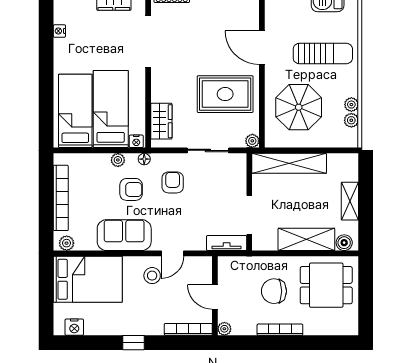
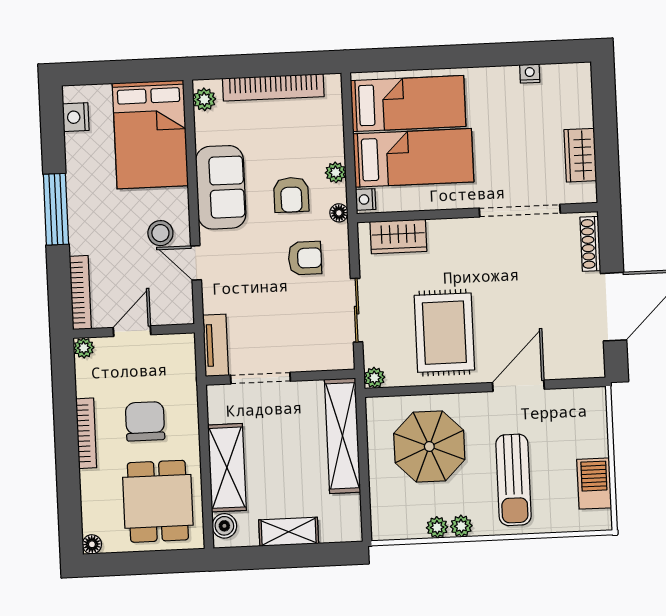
plant: (351, 120) -> (461, 526), moved
floor lamp: (352, 329) -> (92, 544), added
window: (134, 343) -> (56, 209), width x2.17

